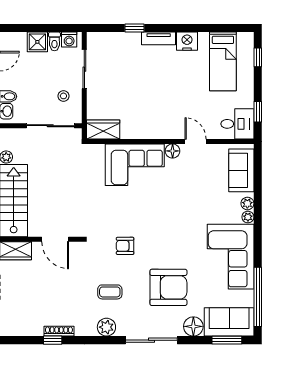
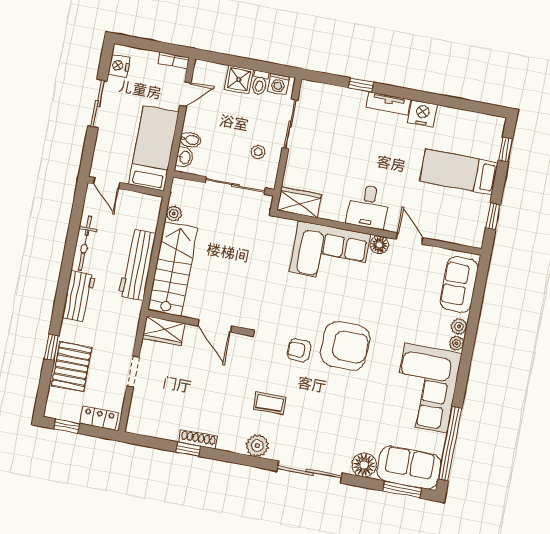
bed: (223, 61) -> (459, 172), moved, turned 90
desk: (237, 124) -> (368, 207), moved, turned 90
armchair: (168, 287) -> (345, 346), moved

